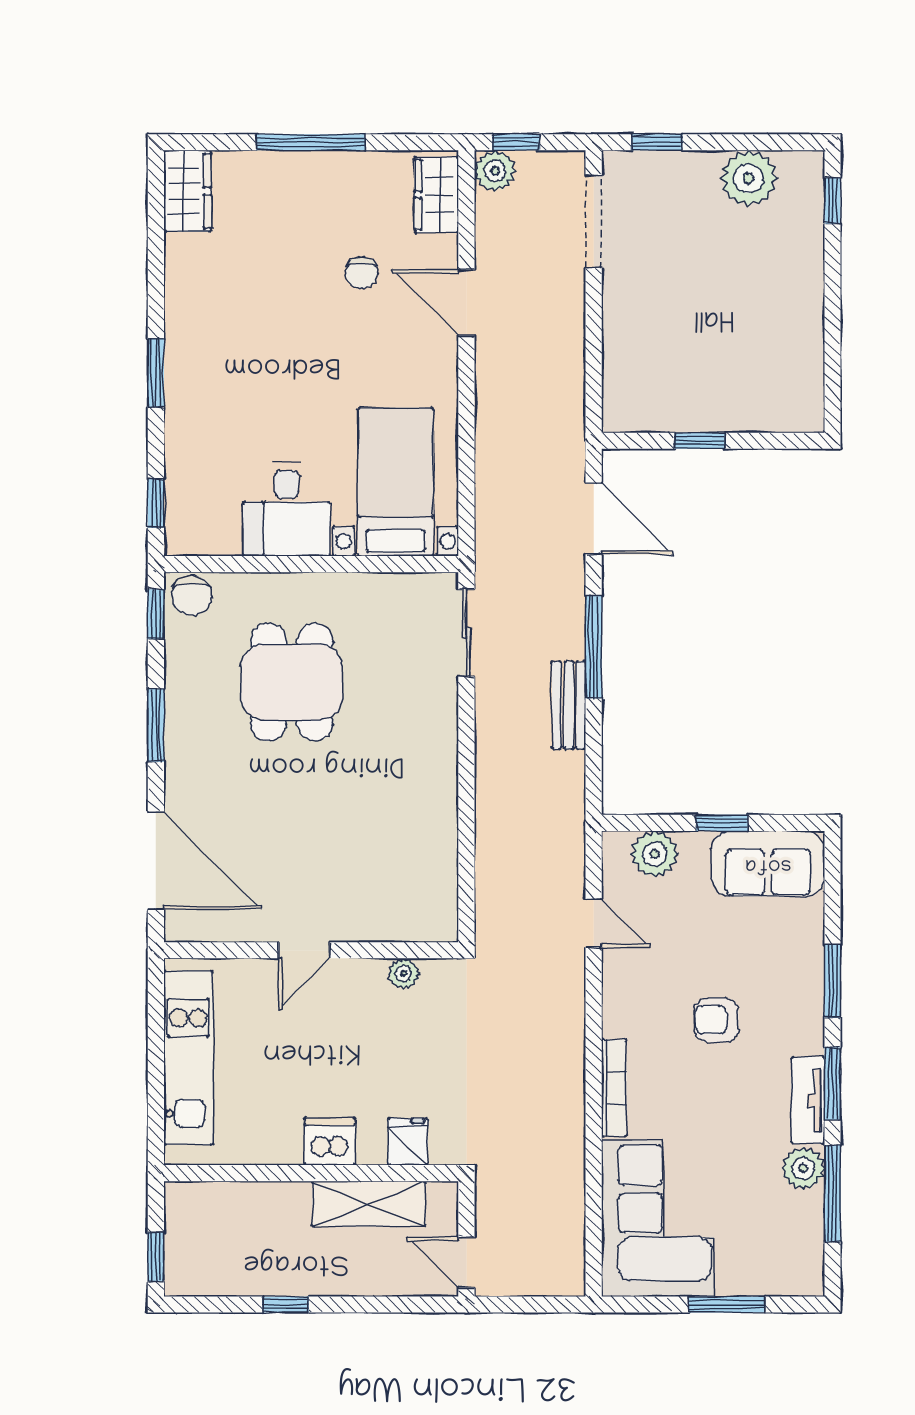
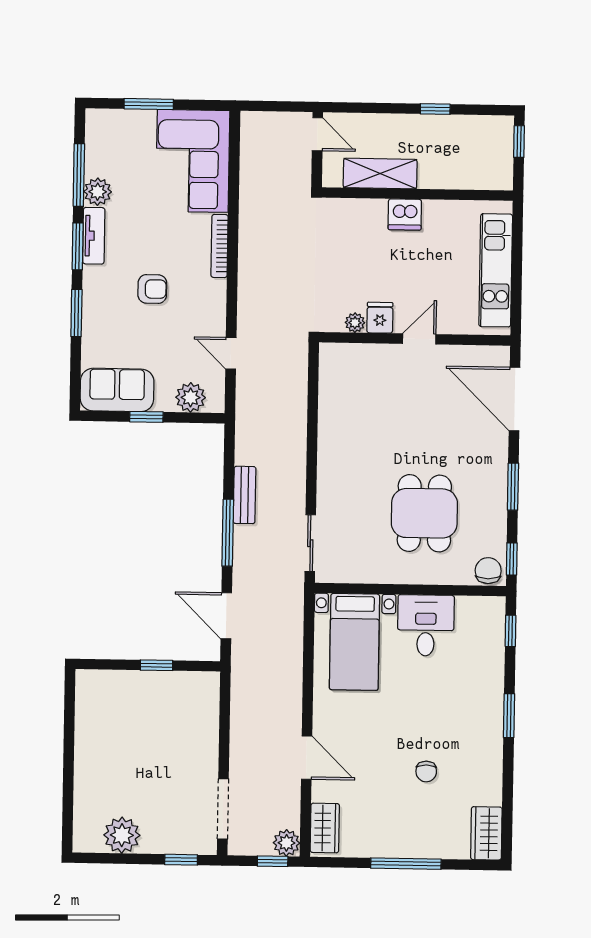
window: (832, 201) -> (68, 820), removed
chair: (362, 273) -> (426, 772), moved, turned 180
fridge: (408, 1142) -> (380, 318), moved, turned 180

